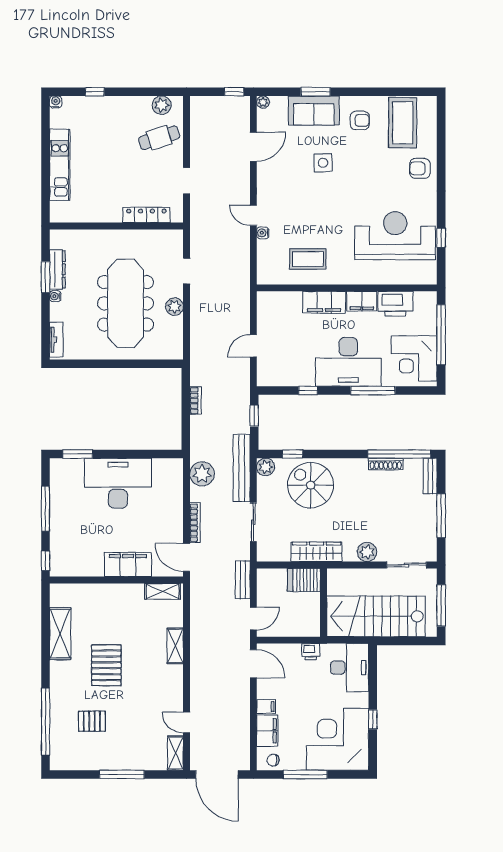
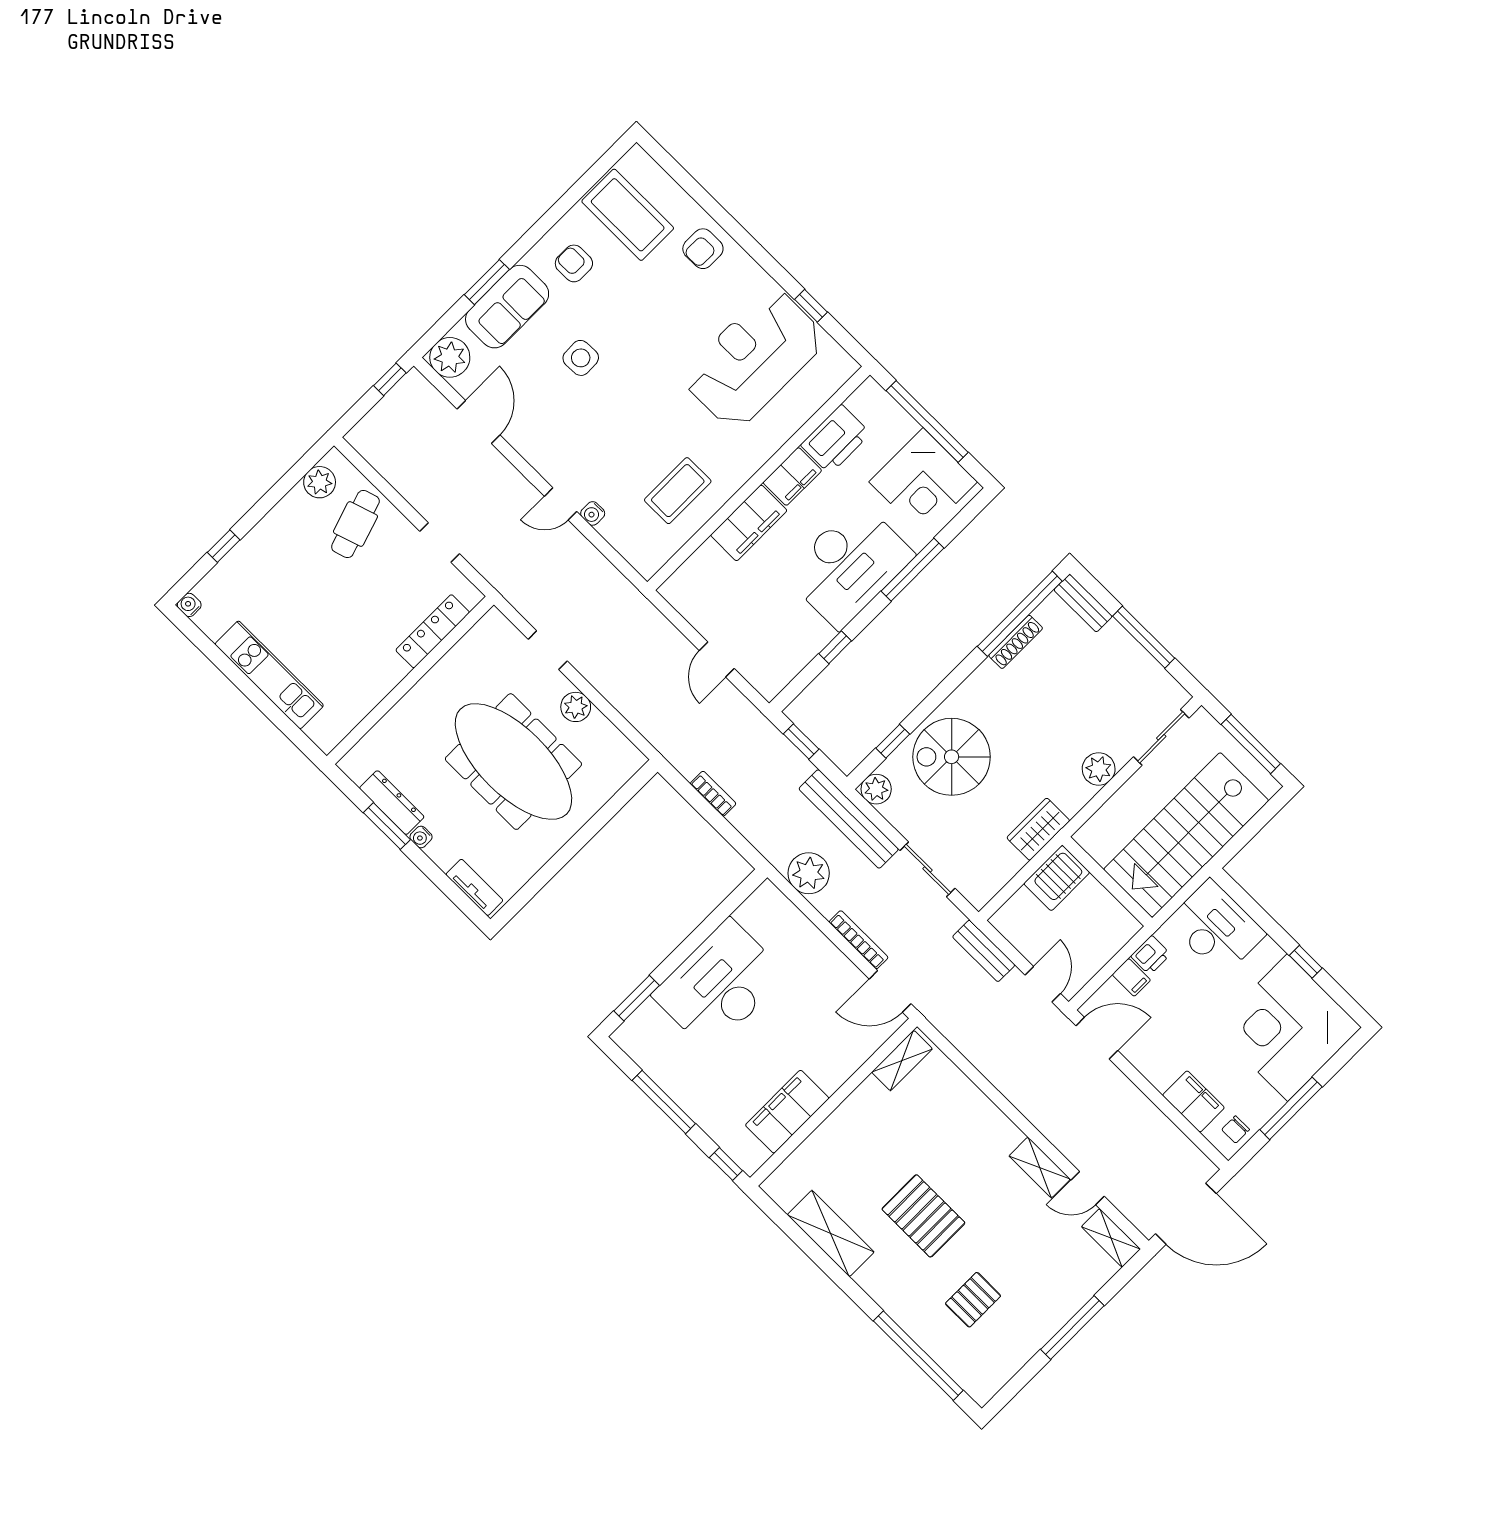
plant: (263, 102) -> (450, 357), width x1.87, depth x1.87
armchair: (360, 120) -> (574, 263), turned -90
wardrobe: (317, 552) -> (1038, 829), width x0.67
filing cabinet: (128, 565) -> (787, 1112), moved
shelving: (175, 646) -> (1040, 1167), moved
filing cabinet: (266, 707) -> (1131, 977), moved, turned 90

